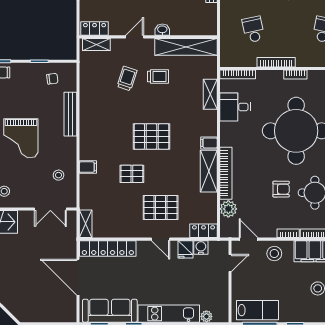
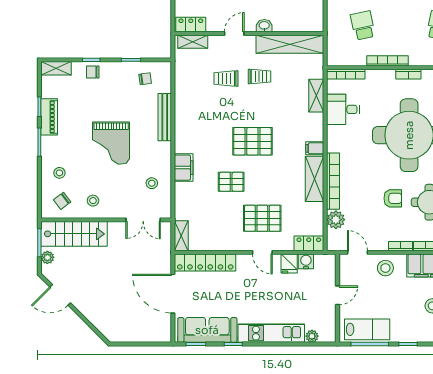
trolley: (127, 78) -> (226, 78), turned -108
filing cabinet: (88, 167) -> (184, 168), width x2.00
door: (230, 263) -> (338, 295), moved

